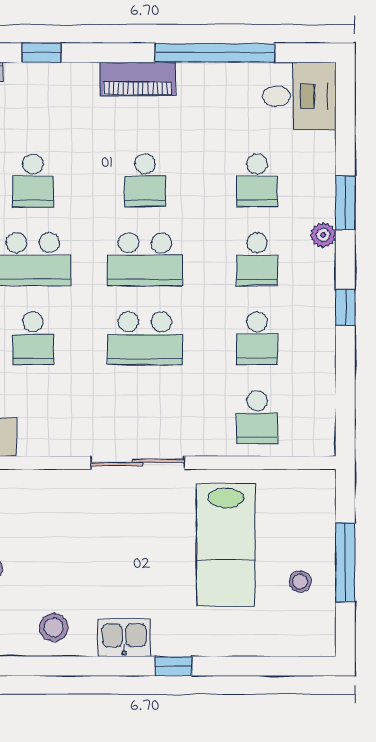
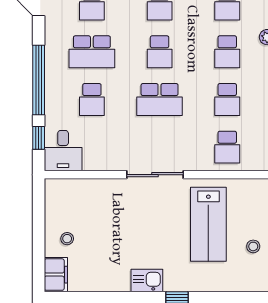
school desk: (145, 259) -> (160, 52), width x0.54
stool: (54, 628) -> (104, 274), removed

